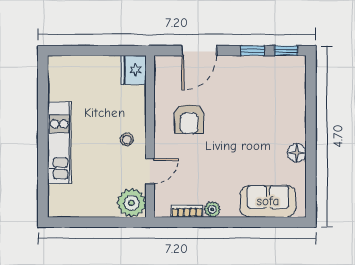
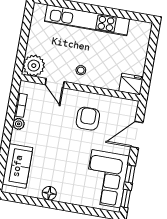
door: (199, 51) -> (137, 135), hinge flipped
corner sofa: (264, 81) -> (106, 179), added
armchair: (189, 119) -> (88, 119), turned 90
kitchen unit: (59, 143) -> (87, 20), width x1.36

